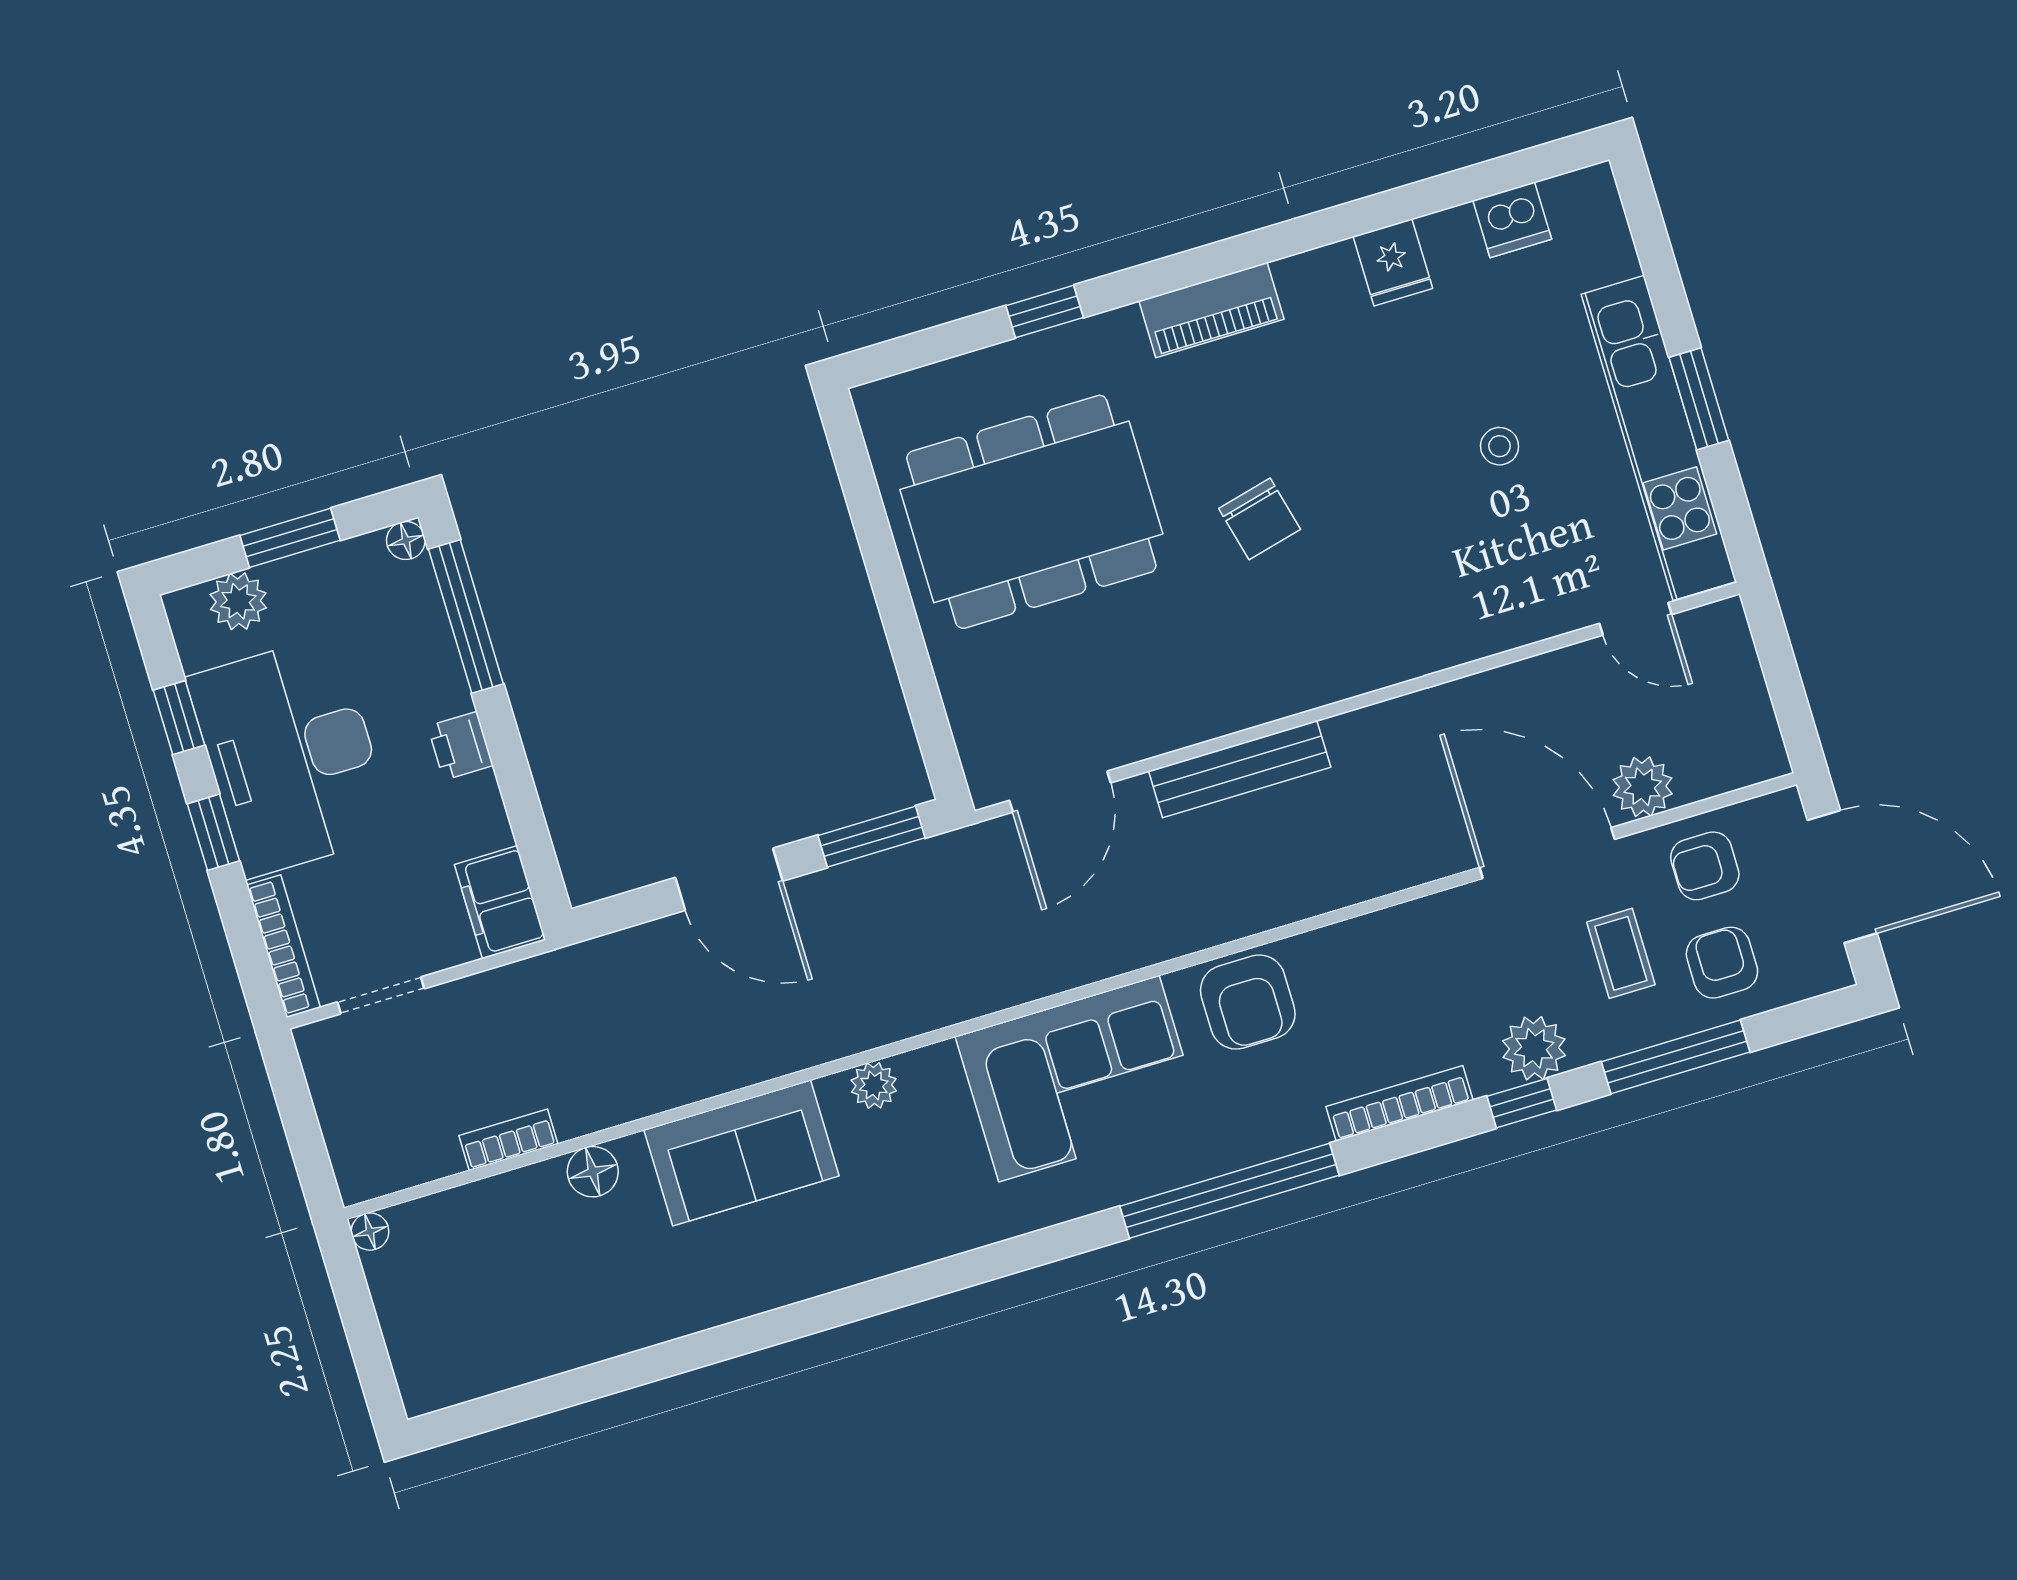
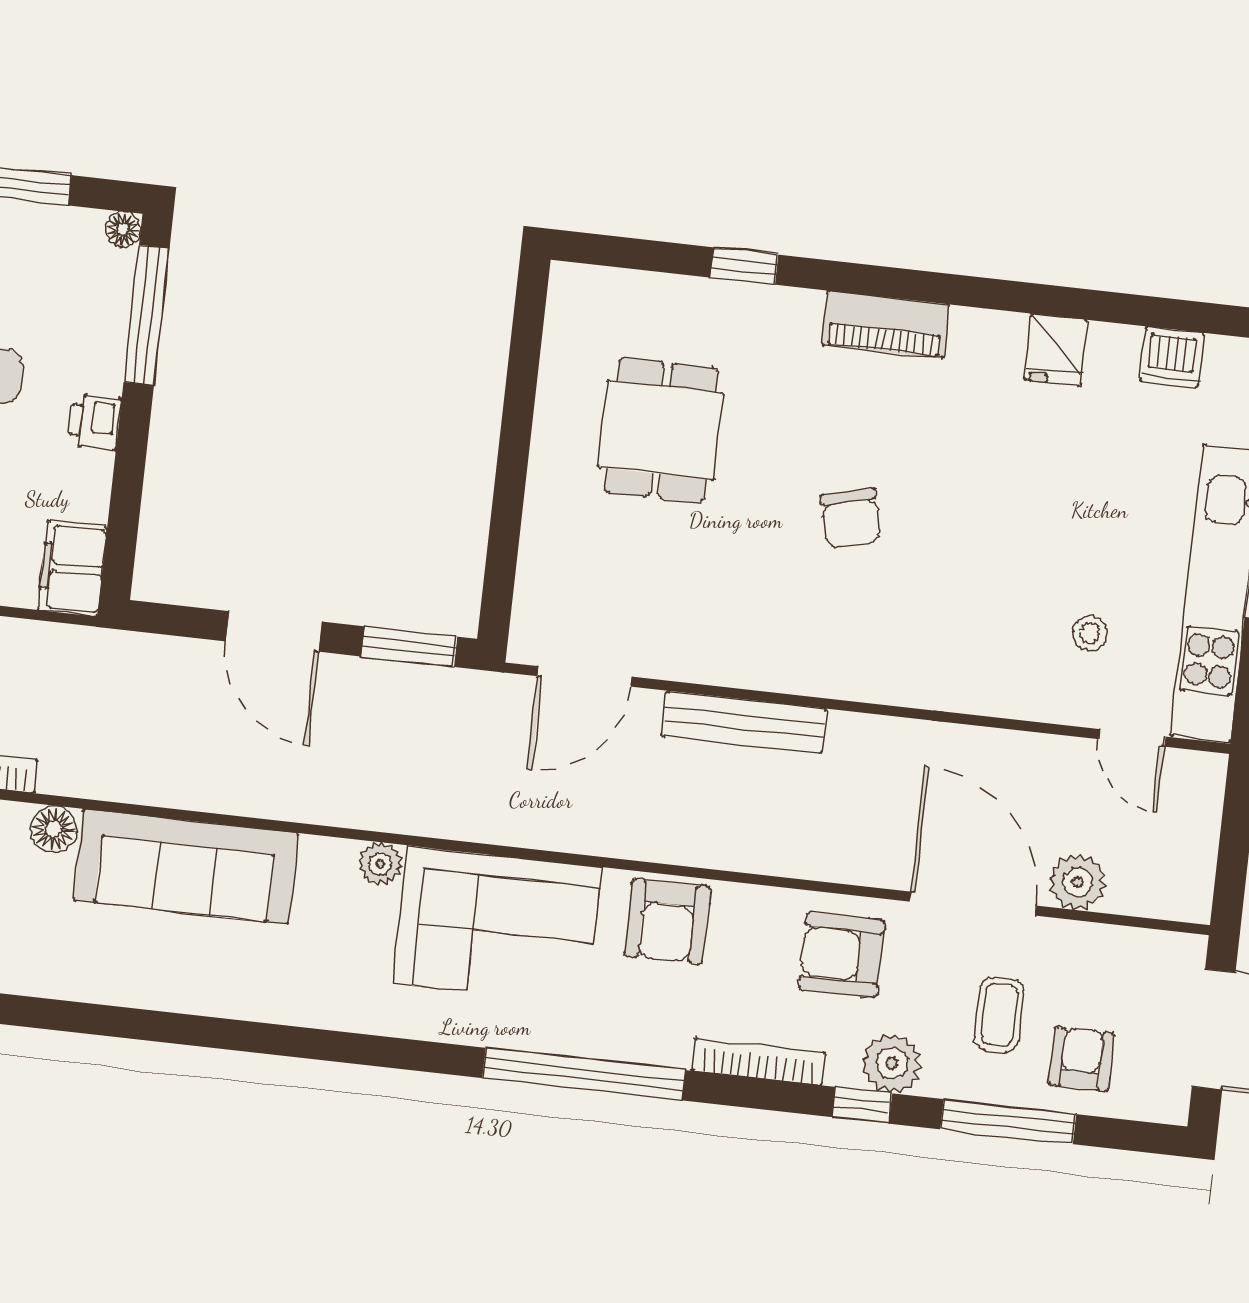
stool: (1500, 446) -> (1090, 633), moved
dining table: (1031, 512) -> (661, 430), width x0.53, depth x0.80
armchair: (1705, 866) -> (842, 955), moved, width x1.38, depth x1.38
plant: (874, 1085) -> (380, 864), moved
sofa: (742, 1153) -> (186, 867), width x1.36

